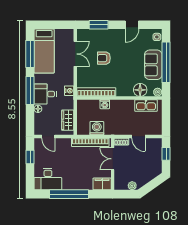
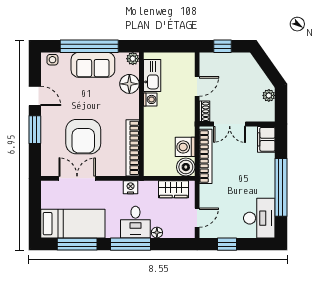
window: (99, 25) -> (35, 130), moved
armchair: (104, 58) -> (83, 137), width x1.88, depth x1.88
washing machine: (105, 104) -> (150, 99), moved
boiler: (83, 129) -> (186, 167), added

